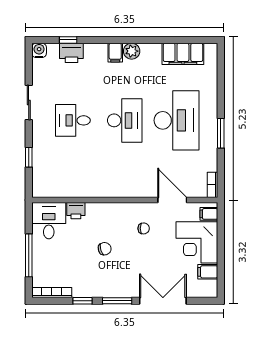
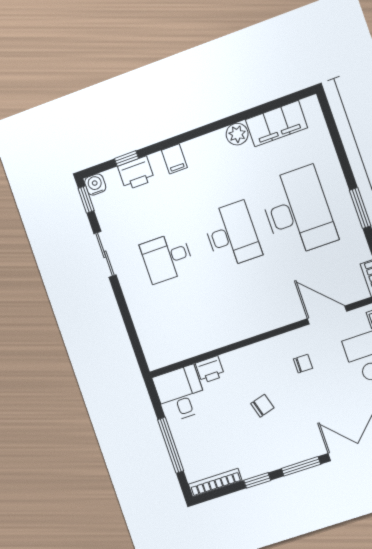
plant: (132, 51) -> (237, 134), moved
filing cabinet: (115, 53) -> (174, 159), moved
window: (29, 157) -> (86, 199), moved

